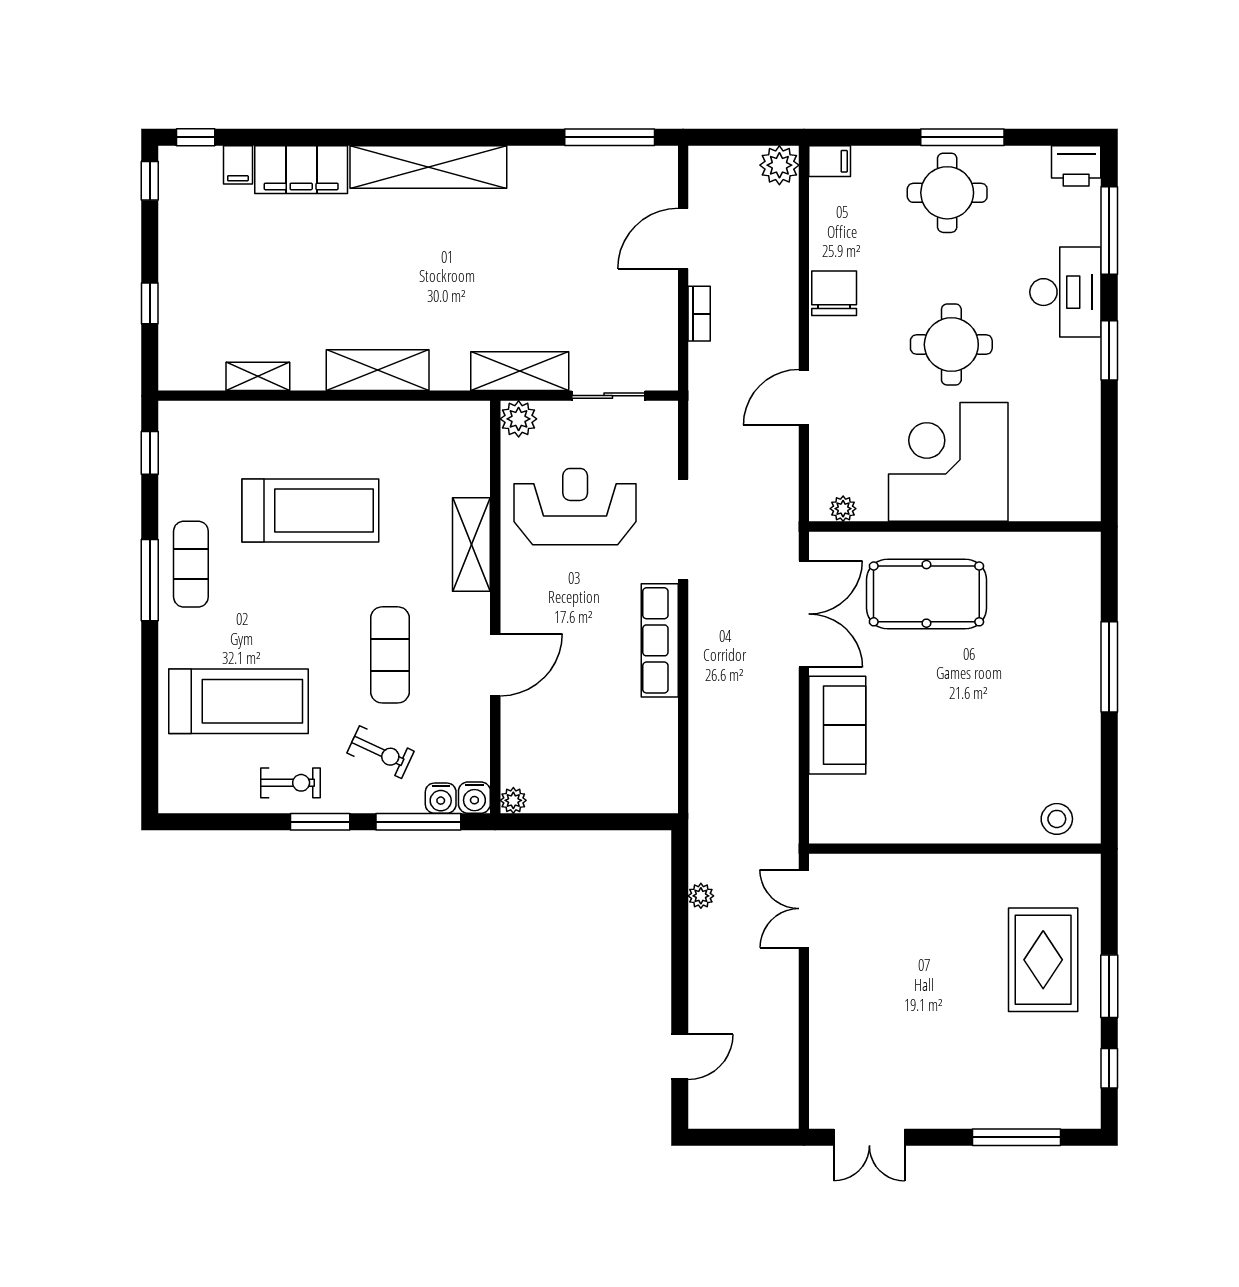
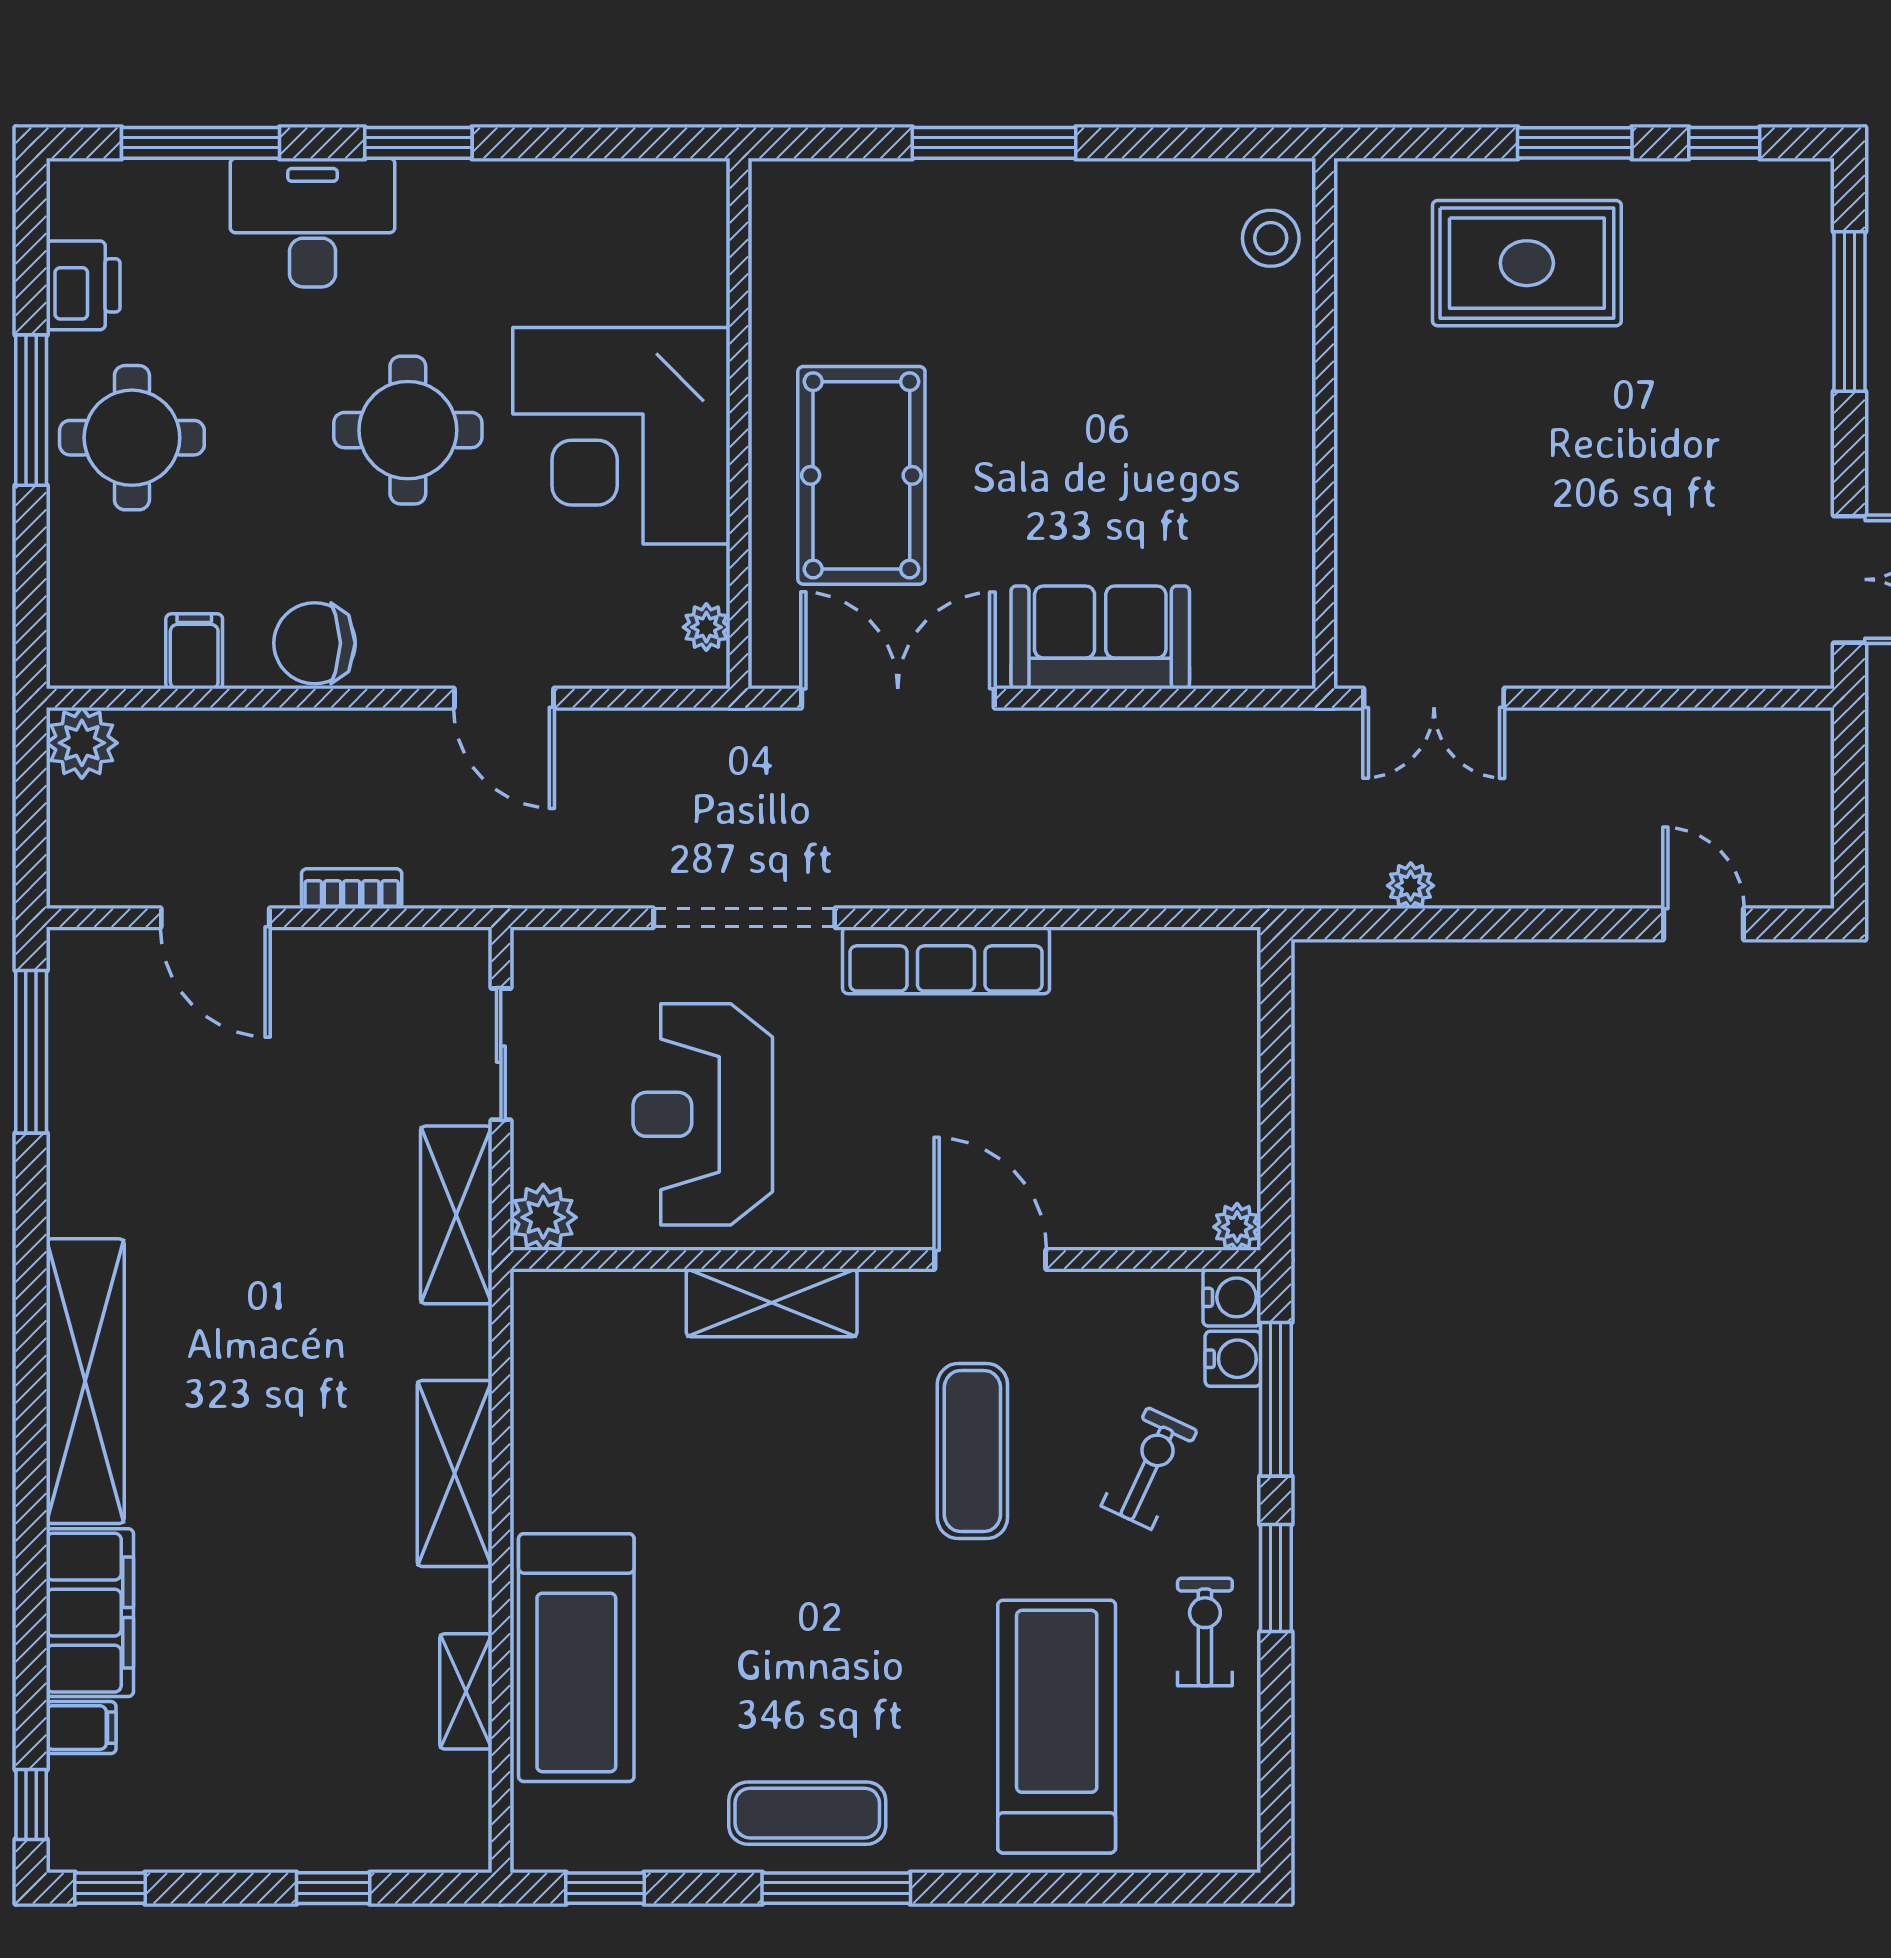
filing cabinet: (830, 161) -> (194, 651), moved
printer: (1076, 166) -> (83, 285), moved
treadmill: (310, 511) -> (576, 1658), moved, turned 180
exercise mat: (390, 655) -> (972, 1451), turned 90

